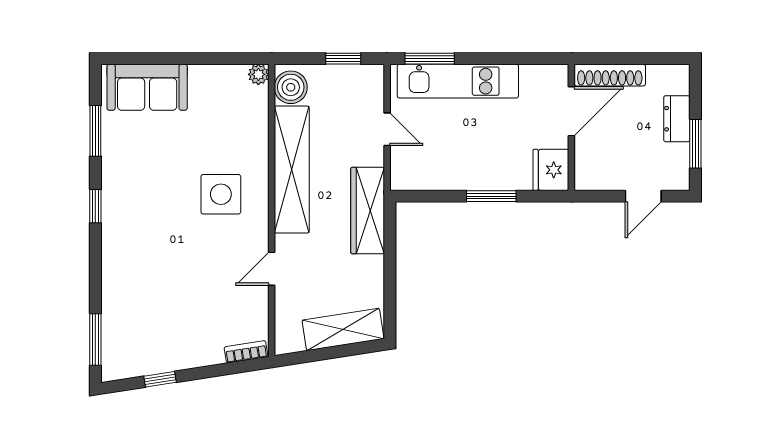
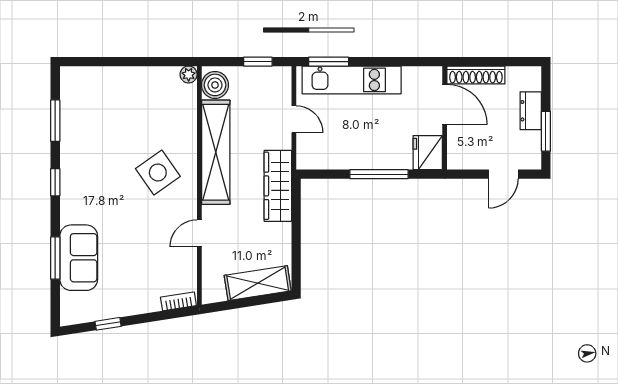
sofa: (147, 87) -> (79, 258), moved, turned -90
door: (571, 111) -> (445, 105), hinge flipped
side table: (221, 194) -> (158, 172), turned -35
window: (491, 196) -> (379, 174), width x1.44
window: (95, 340) -> (55, 258), moved

